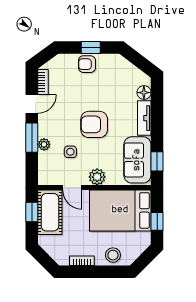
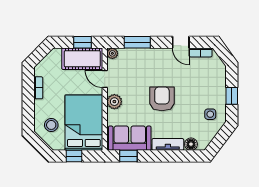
armchair: (87, 64) -> (217, 92), removed
window: (32, 138) -> (137, 42), moved
plant: (44, 144) -> (112, 53), moved
side table: (70, 152) -> (210, 114), moved
door: (72, 187) -> (105, 79), hinge flipped
stool: (113, 255) -> (51, 125), moved

